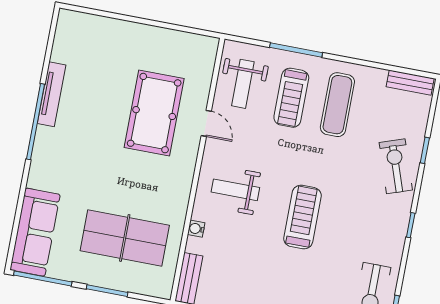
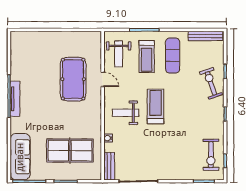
bench: (410, 83) -> (205, 36), width x1.36
tv unit: (52, 94) -> (15, 99), moved
treadmill: (302, 217) -> (156, 106), moved

